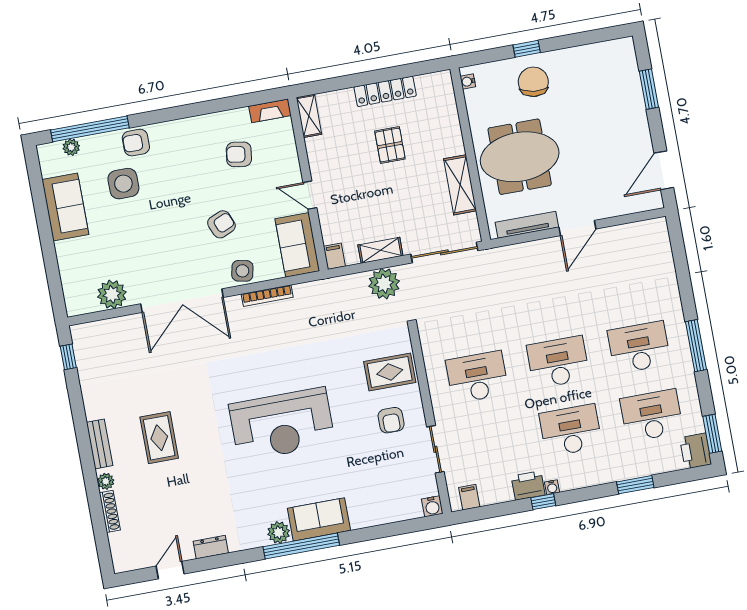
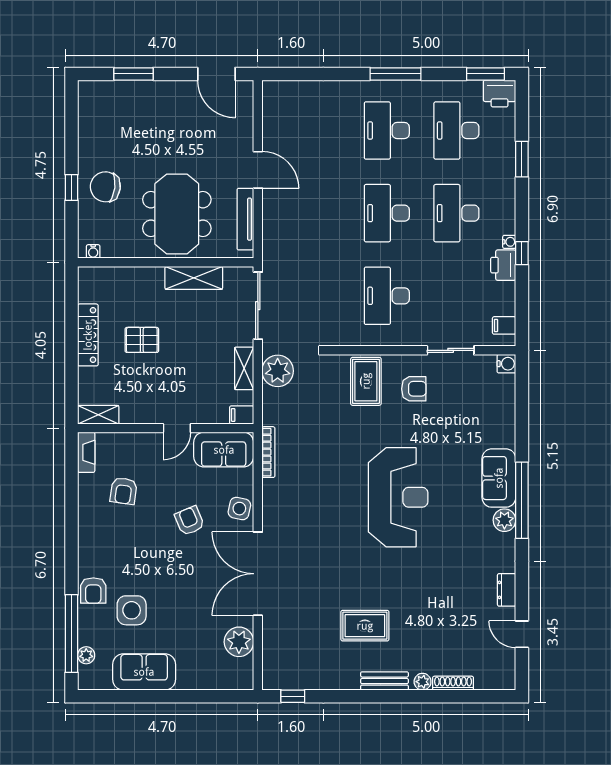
bookcase: (267, 296) -> (268, 452), moved
double door: (182, 301) -> (258, 574), swing flipped
rug: (159, 438) -> (365, 626), moved

